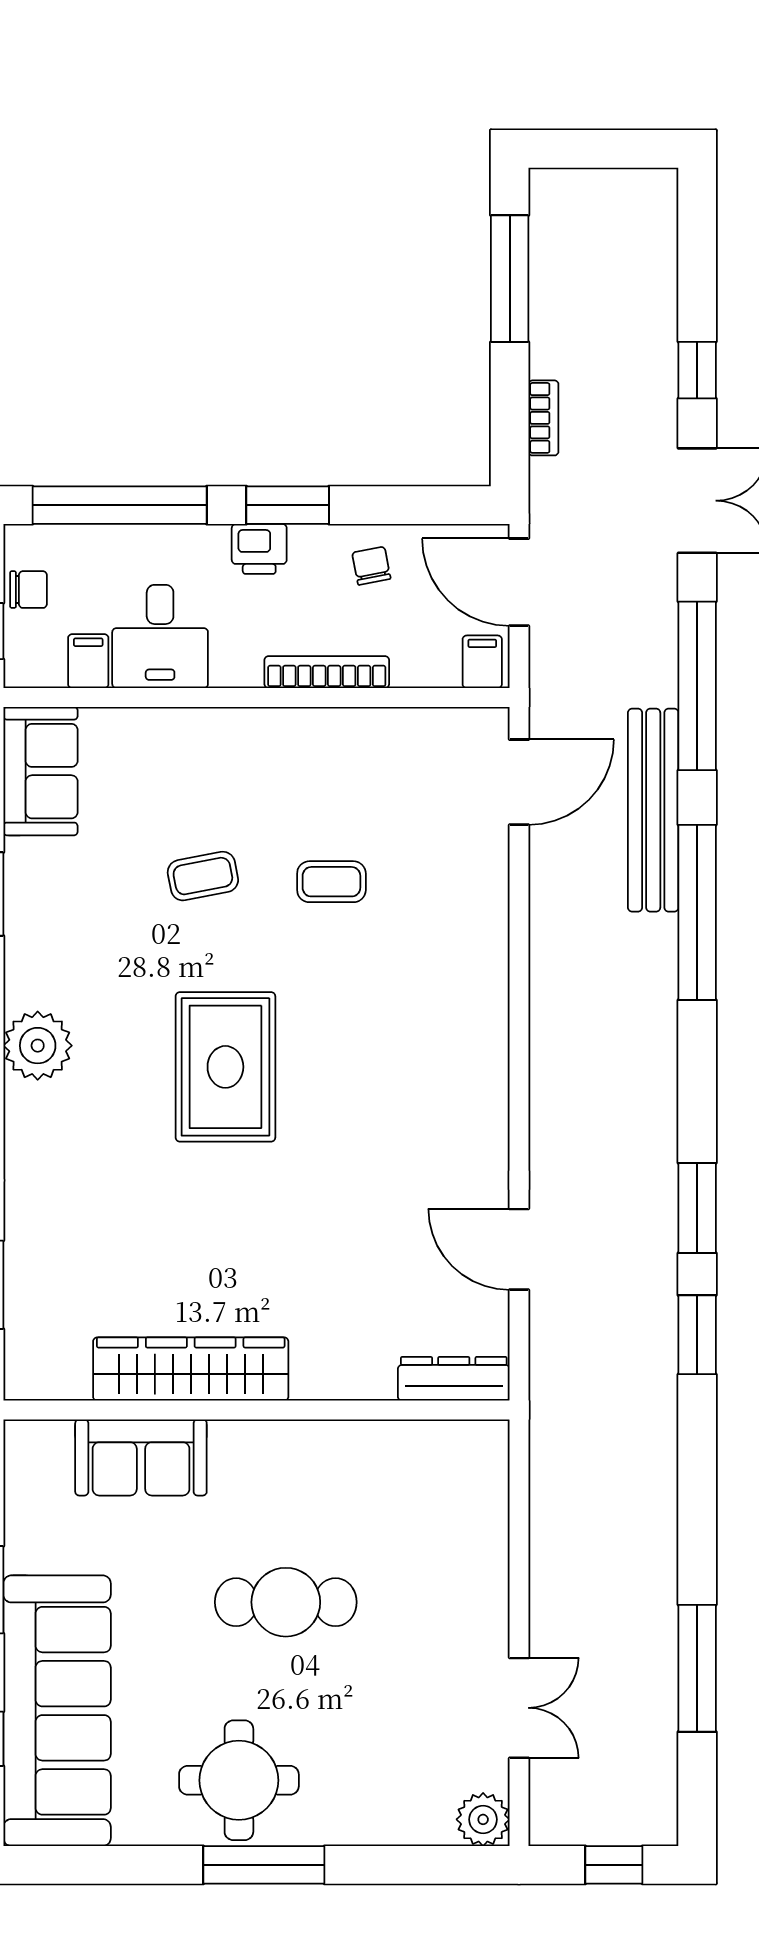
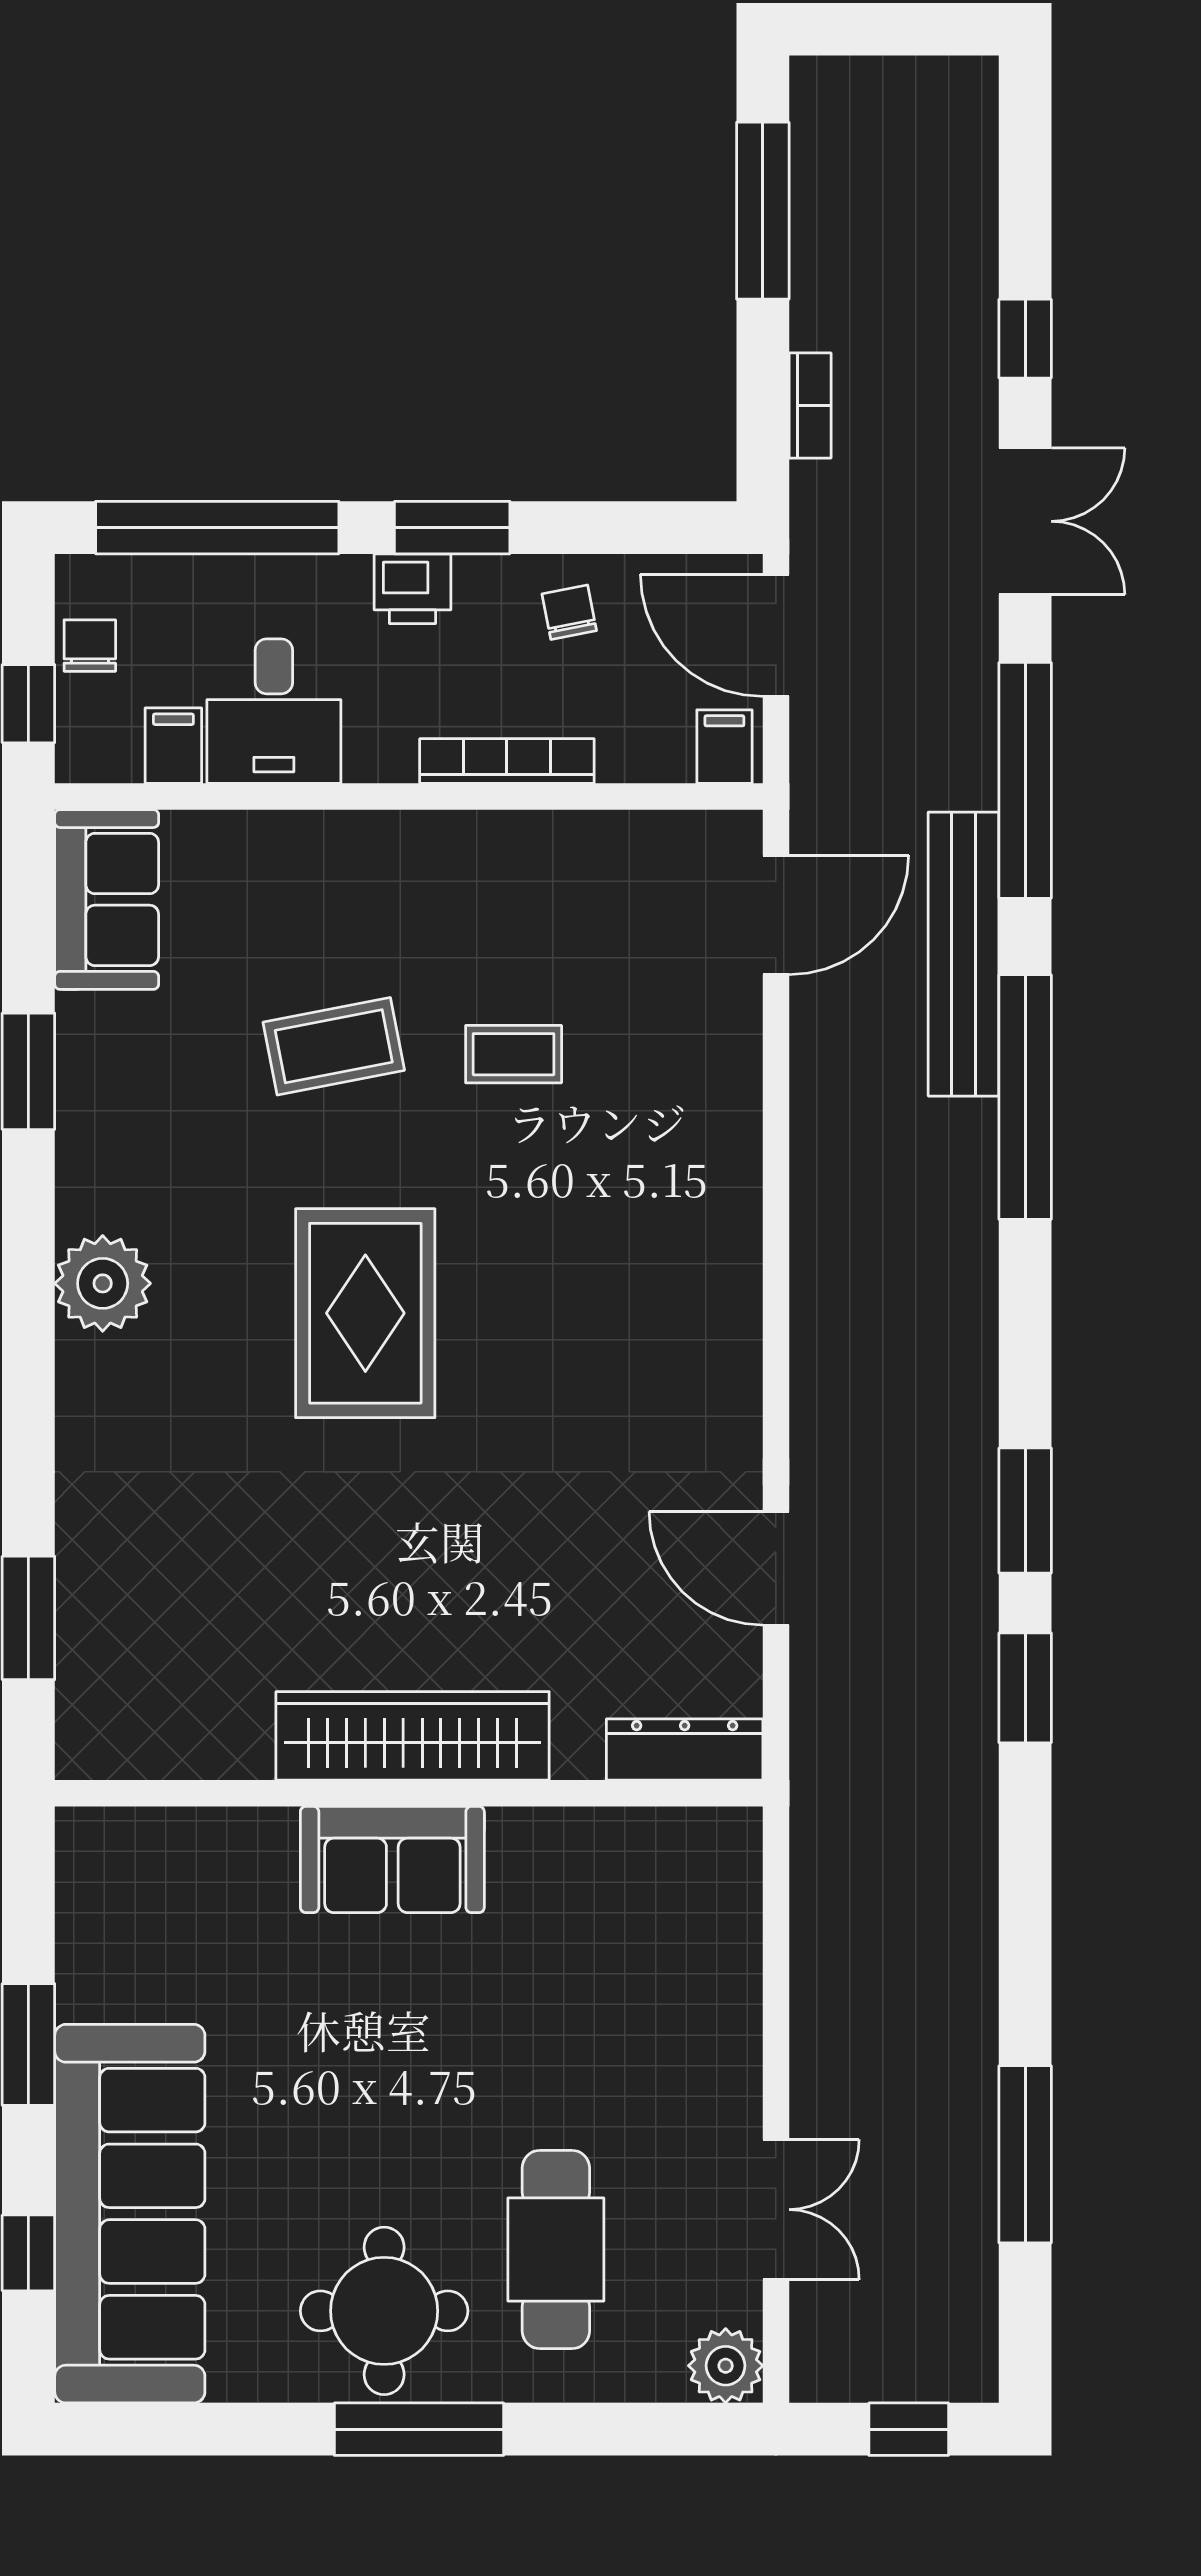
chair: (28, 590) -> (90, 646), turned -90
coffee table: (203, 876) -> (334, 1046), width x1.36, depth x1.30
wardrobe: (191, 1369) -> (413, 1736), moved
sofa: (141, 1457) -> (392, 1859), moved
cafe table: (286, 1602) -> (556, 2249), moved, turned 90

